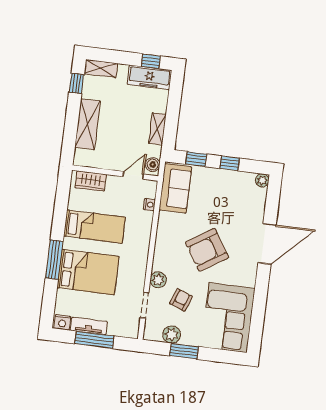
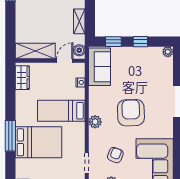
shelving: (88, 124) -> (35, 51), moved, turned 90
wardrobe: (91, 181) -> (22, 78), moved, turned -90
bed: (94, 227) -> (61, 111), moved, turned 180
armchair: (207, 250) -> (131, 113), turned 121
plant: (158, 280) -> (95, 122), moved

